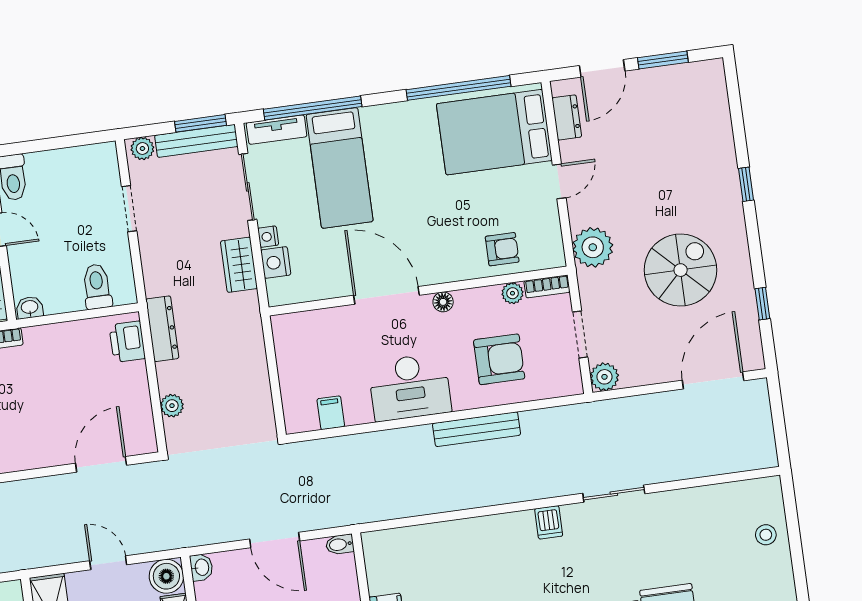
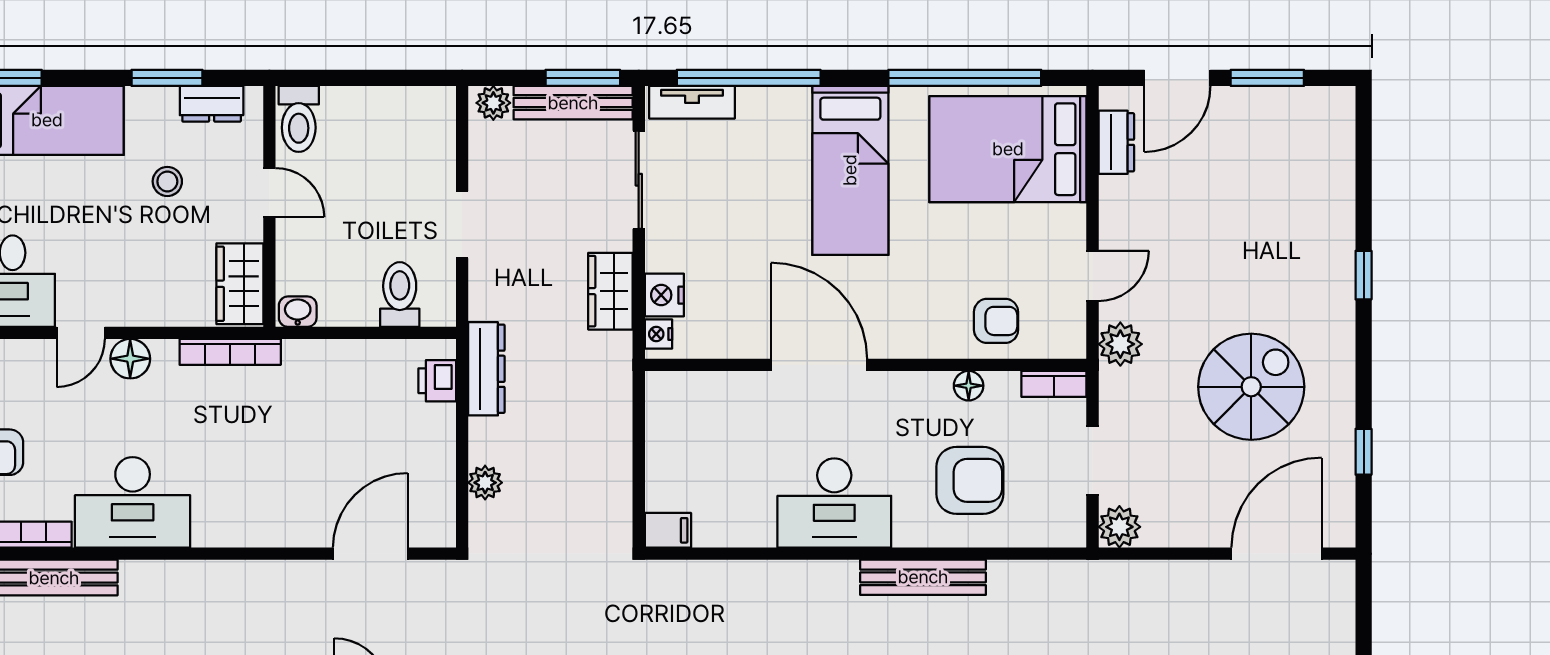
bed: (340, 168) -> (850, 170), moved
door: (559, 181) -> (1092, 276), moved
doorway: (129, 209) -> (462, 225), moved
nightstand: (268, 237) -> (658, 334), moved
plant: (593, 247) -> (1120, 344), width x0.73, depth x0.73
plant: (512, 293) -> (1002, 387), removed
floor lamp: (443, 302) -> (969, 386), moved
printer: (127, 342) -> (437, 381), width x0.73, depth x0.81
filing cabinet: (331, 413) -> (668, 530), moved, turned 90

